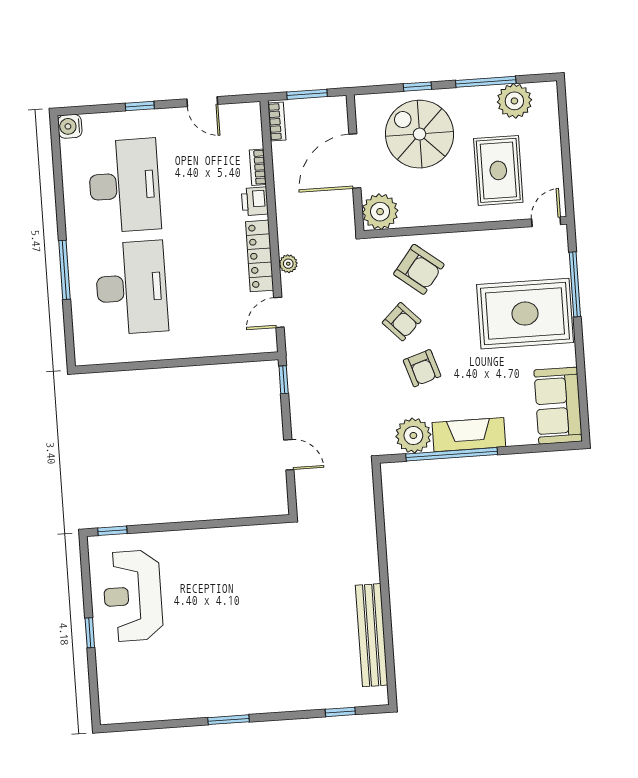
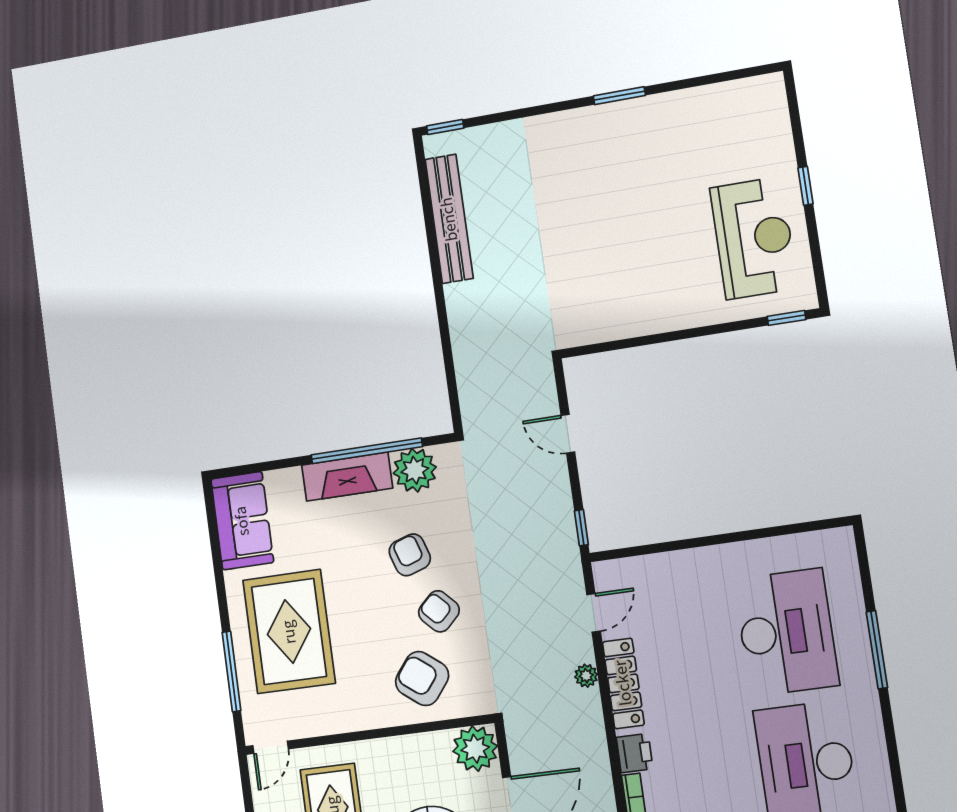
desk: (131, 288) -> (786, 632), turned 180
rug: (525, 314) -> (289, 632), turned 90
window: (340, 712) -> (445, 127), moved

